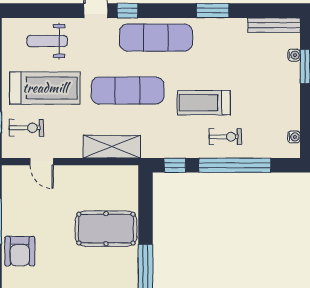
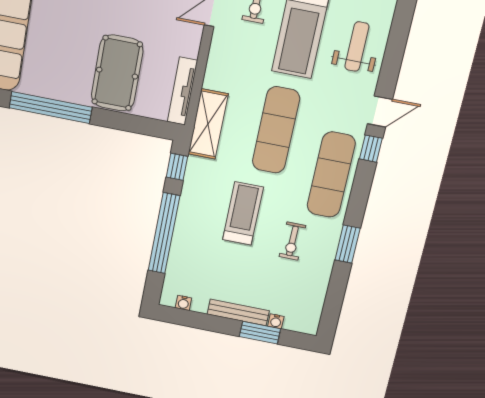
bench: (274, 25) -> (238, 312), moved, turned 90
exercise bike: (225, 137) -> (292, 241), moved
shelving: (112, 147) -> (208, 124), moved
tv unit: (110, 173) -> (182, 91), added

